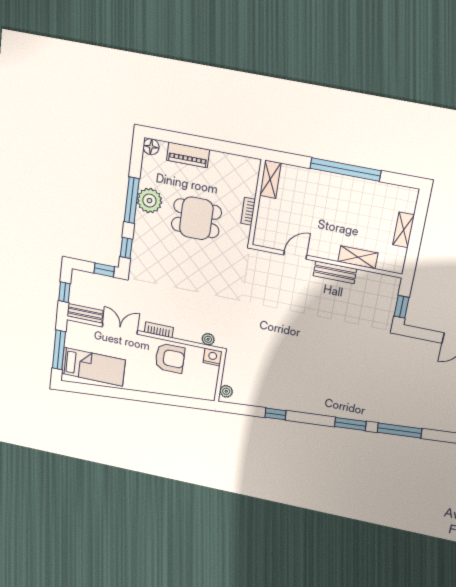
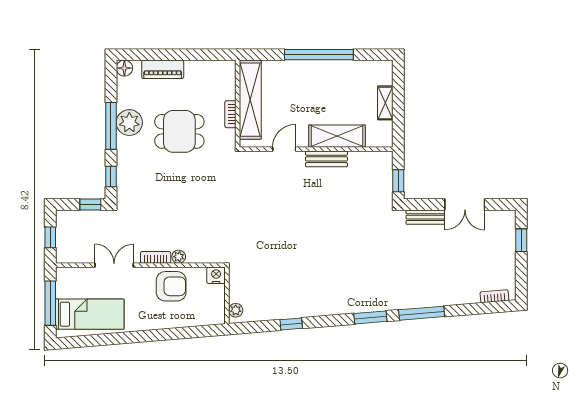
shelving: (270, 179) -> (250, 100), width x2.20, depth x1.33
shelving: (358, 257) -> (337, 136), width x1.50, depth x1.33
bench: (85, 313) -> (425, 217), moved
plant: (208, 339) -> (179, 257), moved

